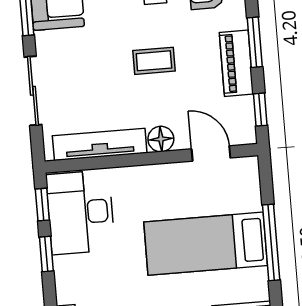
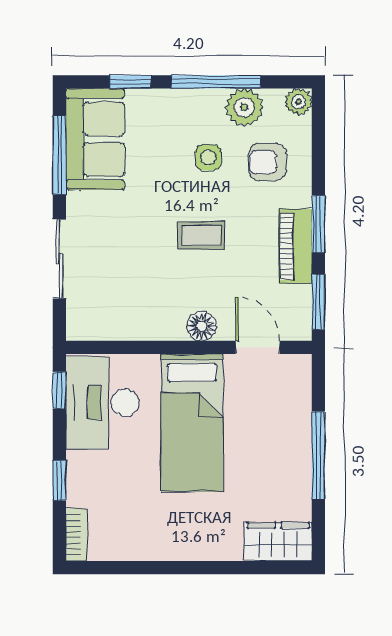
window: (260, 110) -> (318, 302), width x1.50
tv unit: (100, 144) -> (131, 327), removed
bed: (206, 244) -> (192, 423), moved, turned -90
window: (46, 254) -> (59, 480), moved

